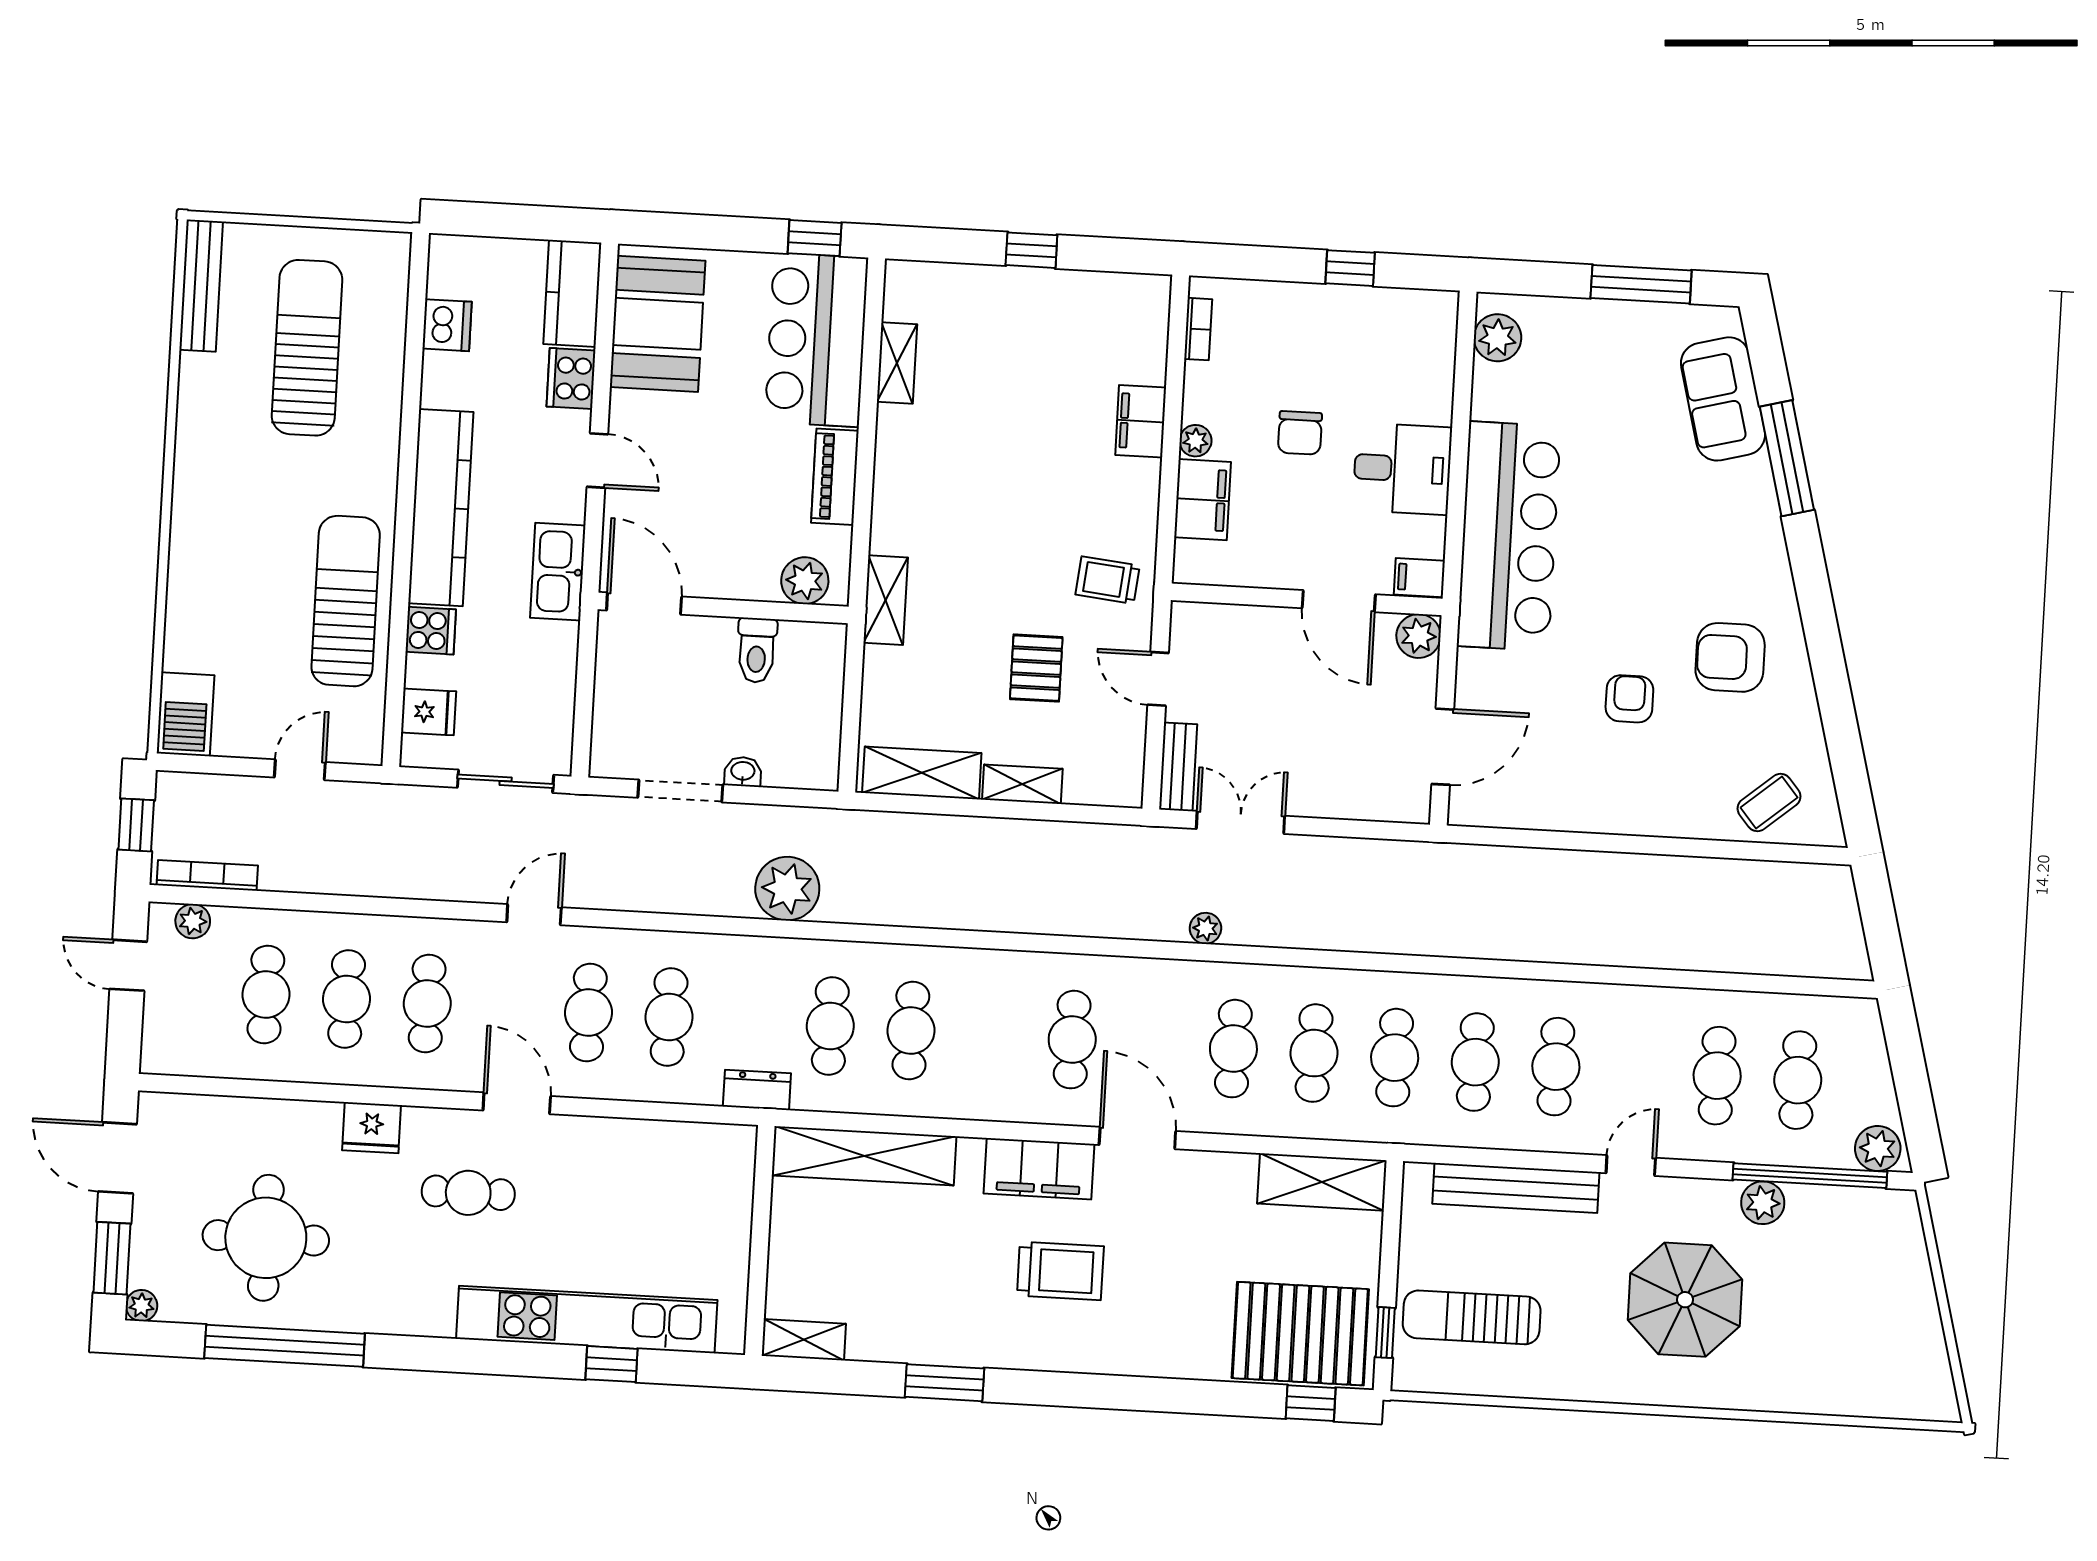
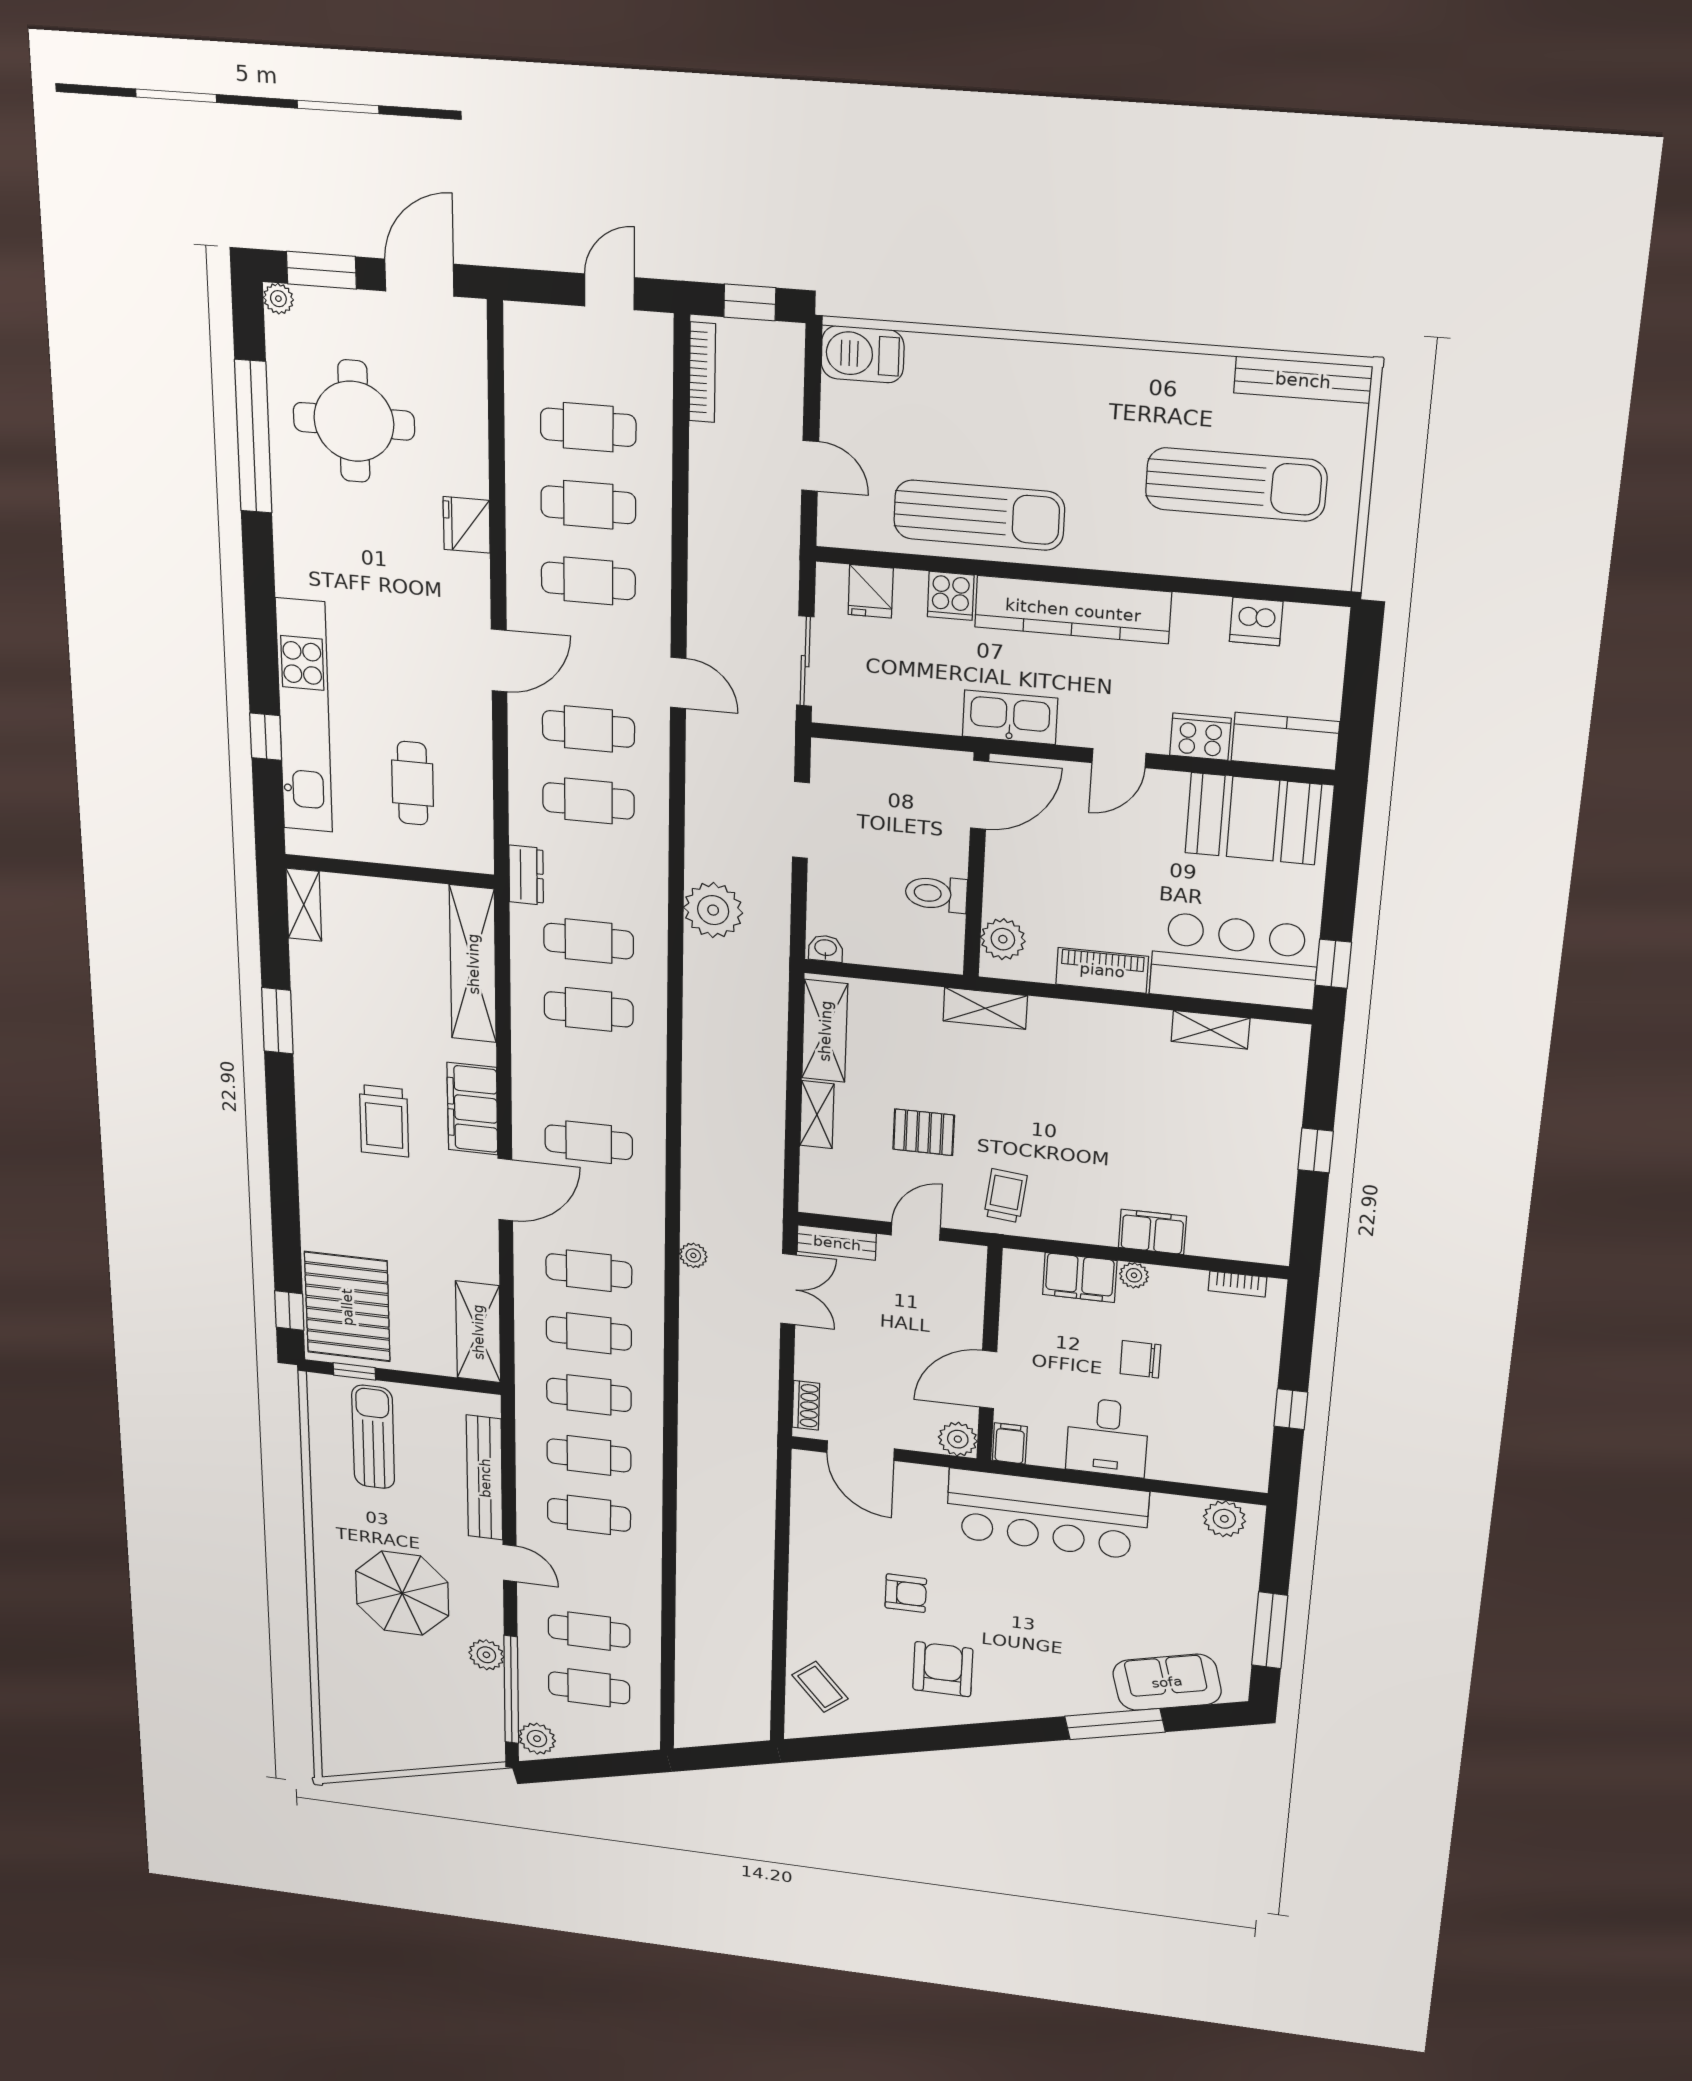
washbasin: (743, 772) -> (826, 948), moved, turned -90
shoe rack: (1388, 807) -> (806, 1405), added
plant: (193, 921) -> (656, 357), removed
cafe table: (468, 1193) -> (413, 783), moved

